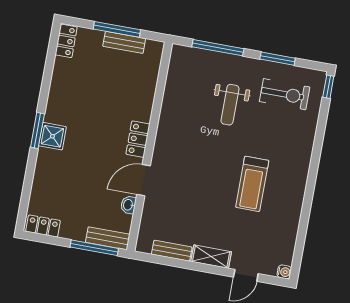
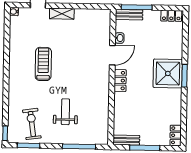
bench: (124, 42) -> (126, 140), moved
window: (278, 59) -> (29, 146), moved
exercise bike: (285, 94) -> (32, 124), turned 82
shower: (52, 136) -> (168, 73), width x1.86, depth x1.86
bench: (172, 251) -> (87, 13), removed

